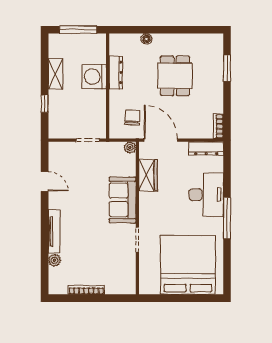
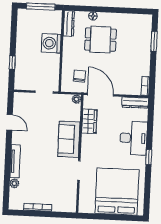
dresser: (116, 72) -> (69, 24), moved
shelving: (55, 74) -> (22, 40), removed
dining table: (175, 76) -> (100, 40), moved, turned 90
window: (227, 218) -> (149, 157), width x0.46

